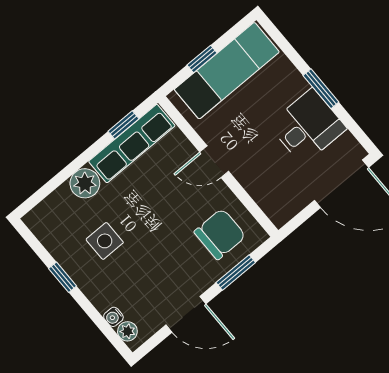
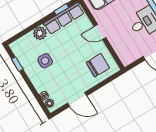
window: (236, 272) -> (103, 84), removed
window: (63, 277) -> (17, 64), moved

